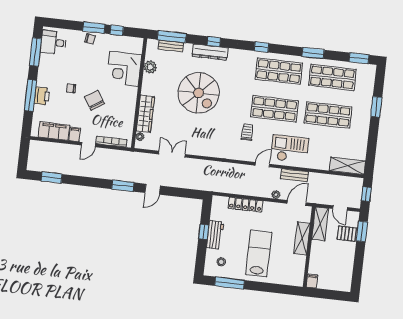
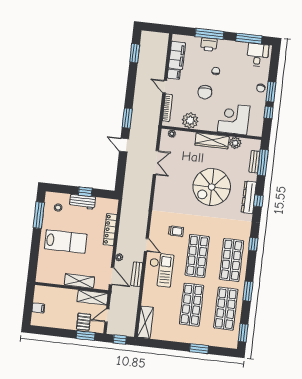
chair: (94, 100) -> (205, 92), turned 123
wardrobe: (145, 114) -> (212, 141), moved
plant: (126, 117) -> (190, 121), added
filing cabinet: (312, 281) -> (38, 308), moved

